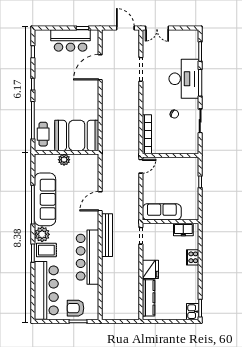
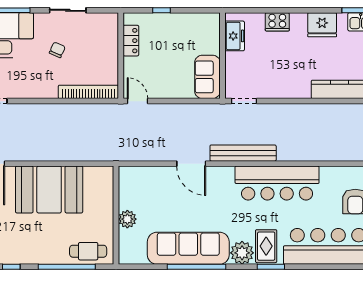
booth: (77, 135) -> (49, 189), moved, turned 90
locker: (180, 162) -> (131, 41), added
sofa: (162, 212) -> (207, 77), width x0.73
fridge: (150, 269) -> (322, 25), moved, turned 180

